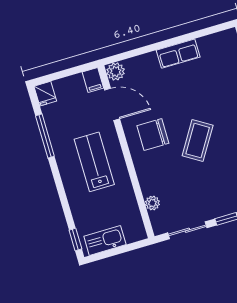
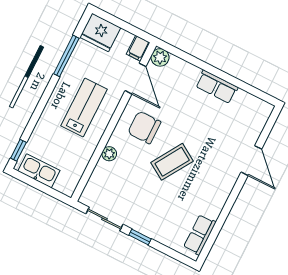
fridge: (45, 94) -> (100, 32), width x1.88, depth x1.34
plant: (152, 203) -> (109, 154), moved

